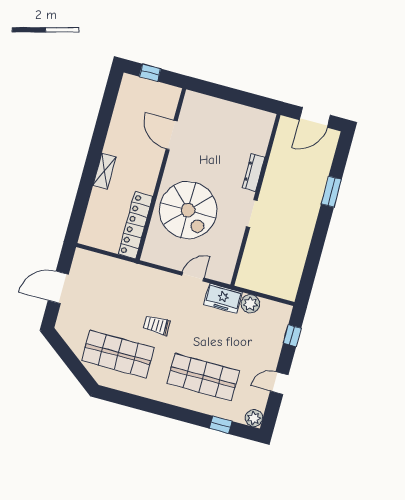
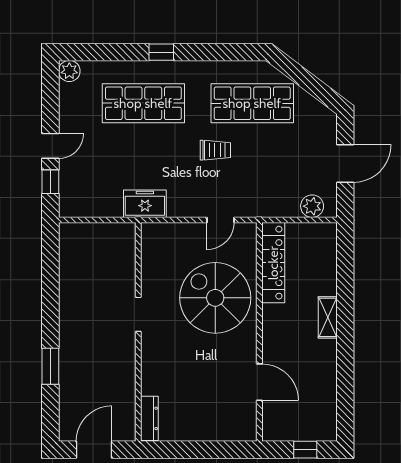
dresser: (254, 173) -> (149, 418), moved
door: (193, 277) -> (220, 220), moved
plant: (250, 304) -> (312, 206), moved
door: (279, 383) -> (50, 146), moved
window: (221, 425) -> (161, 52), moved

